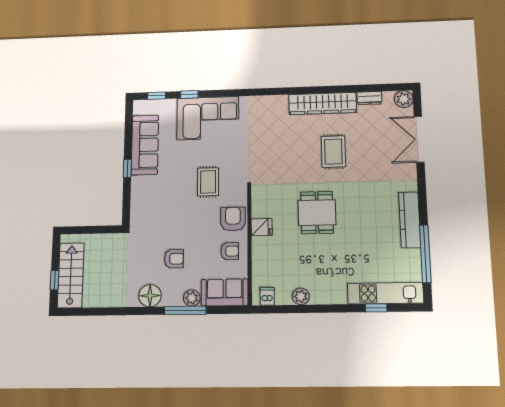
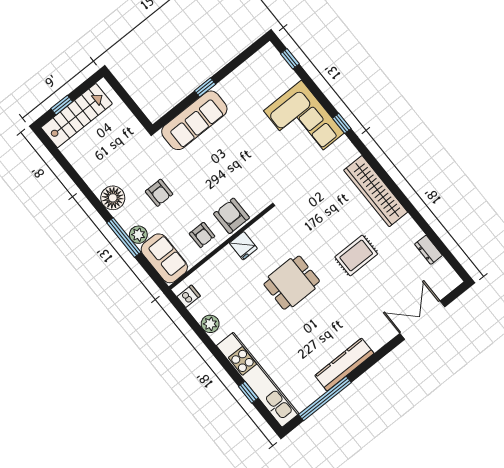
window: (189, 94) -> (342, 123), moved
plant: (404, 99) -> (450, 280), removed
wardrobe: (322, 104) -> (376, 191), moved
sofa: (145, 145) -> (194, 120), moved
rug: (208, 182) -> (247, 168), removed
armchair: (233, 219) -> (231, 216), turned -90
kitchen unit: (385, 293) -> (258, 380), width x1.36

